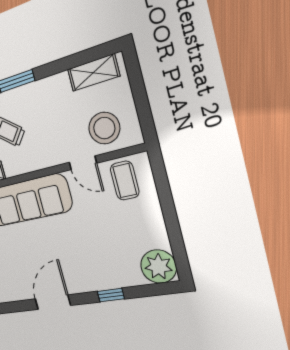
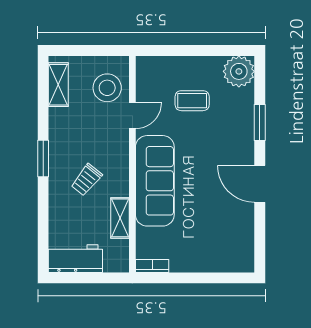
coffee table: (125, 181) -> (192, 101), moved
window: (111, 295) -> (260, 122), width x1.50

